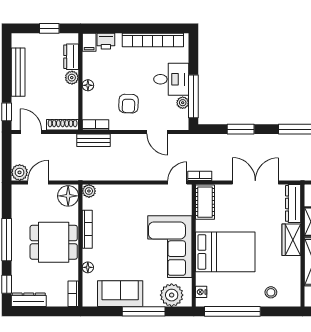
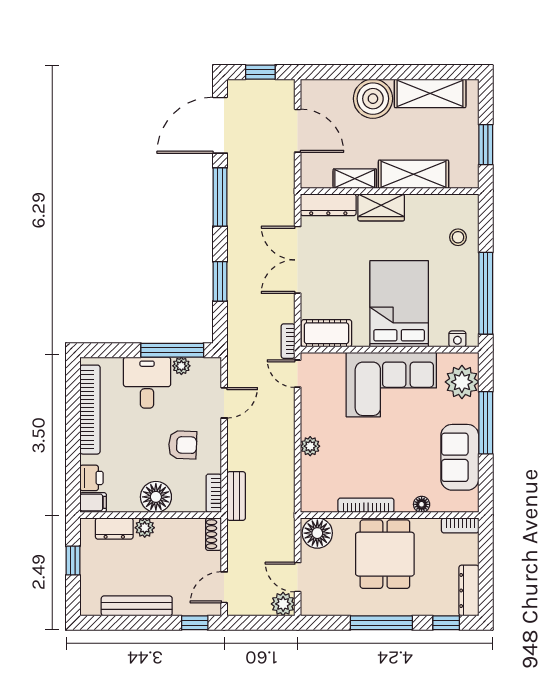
floor lamp: (88, 85) -> (156, 497), width x1.89, depth x1.89
shoe rack: (63, 125) -> (213, 534), width x0.70
plant: (89, 191) -> (310, 446), moved

